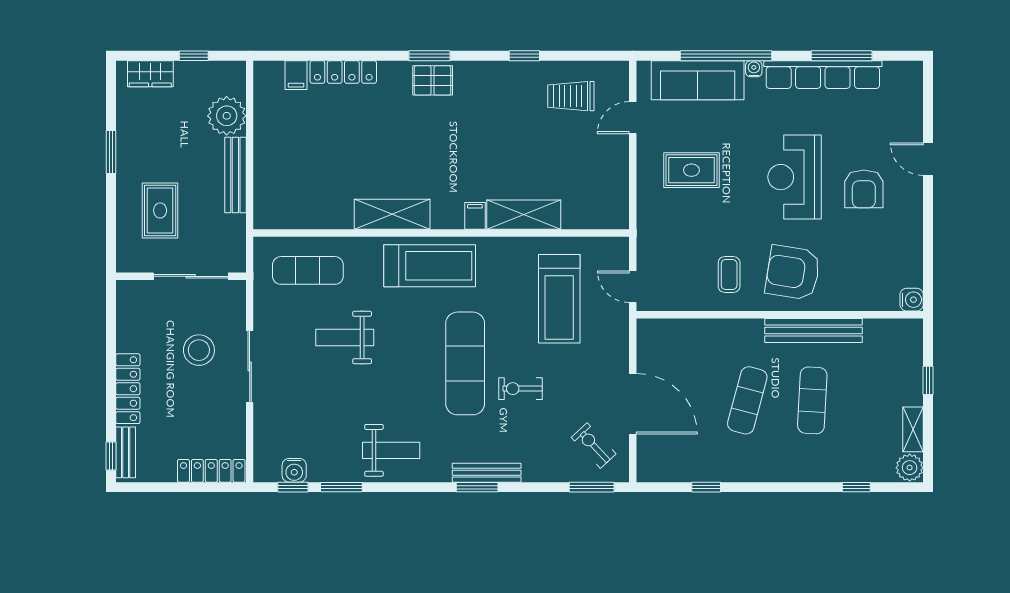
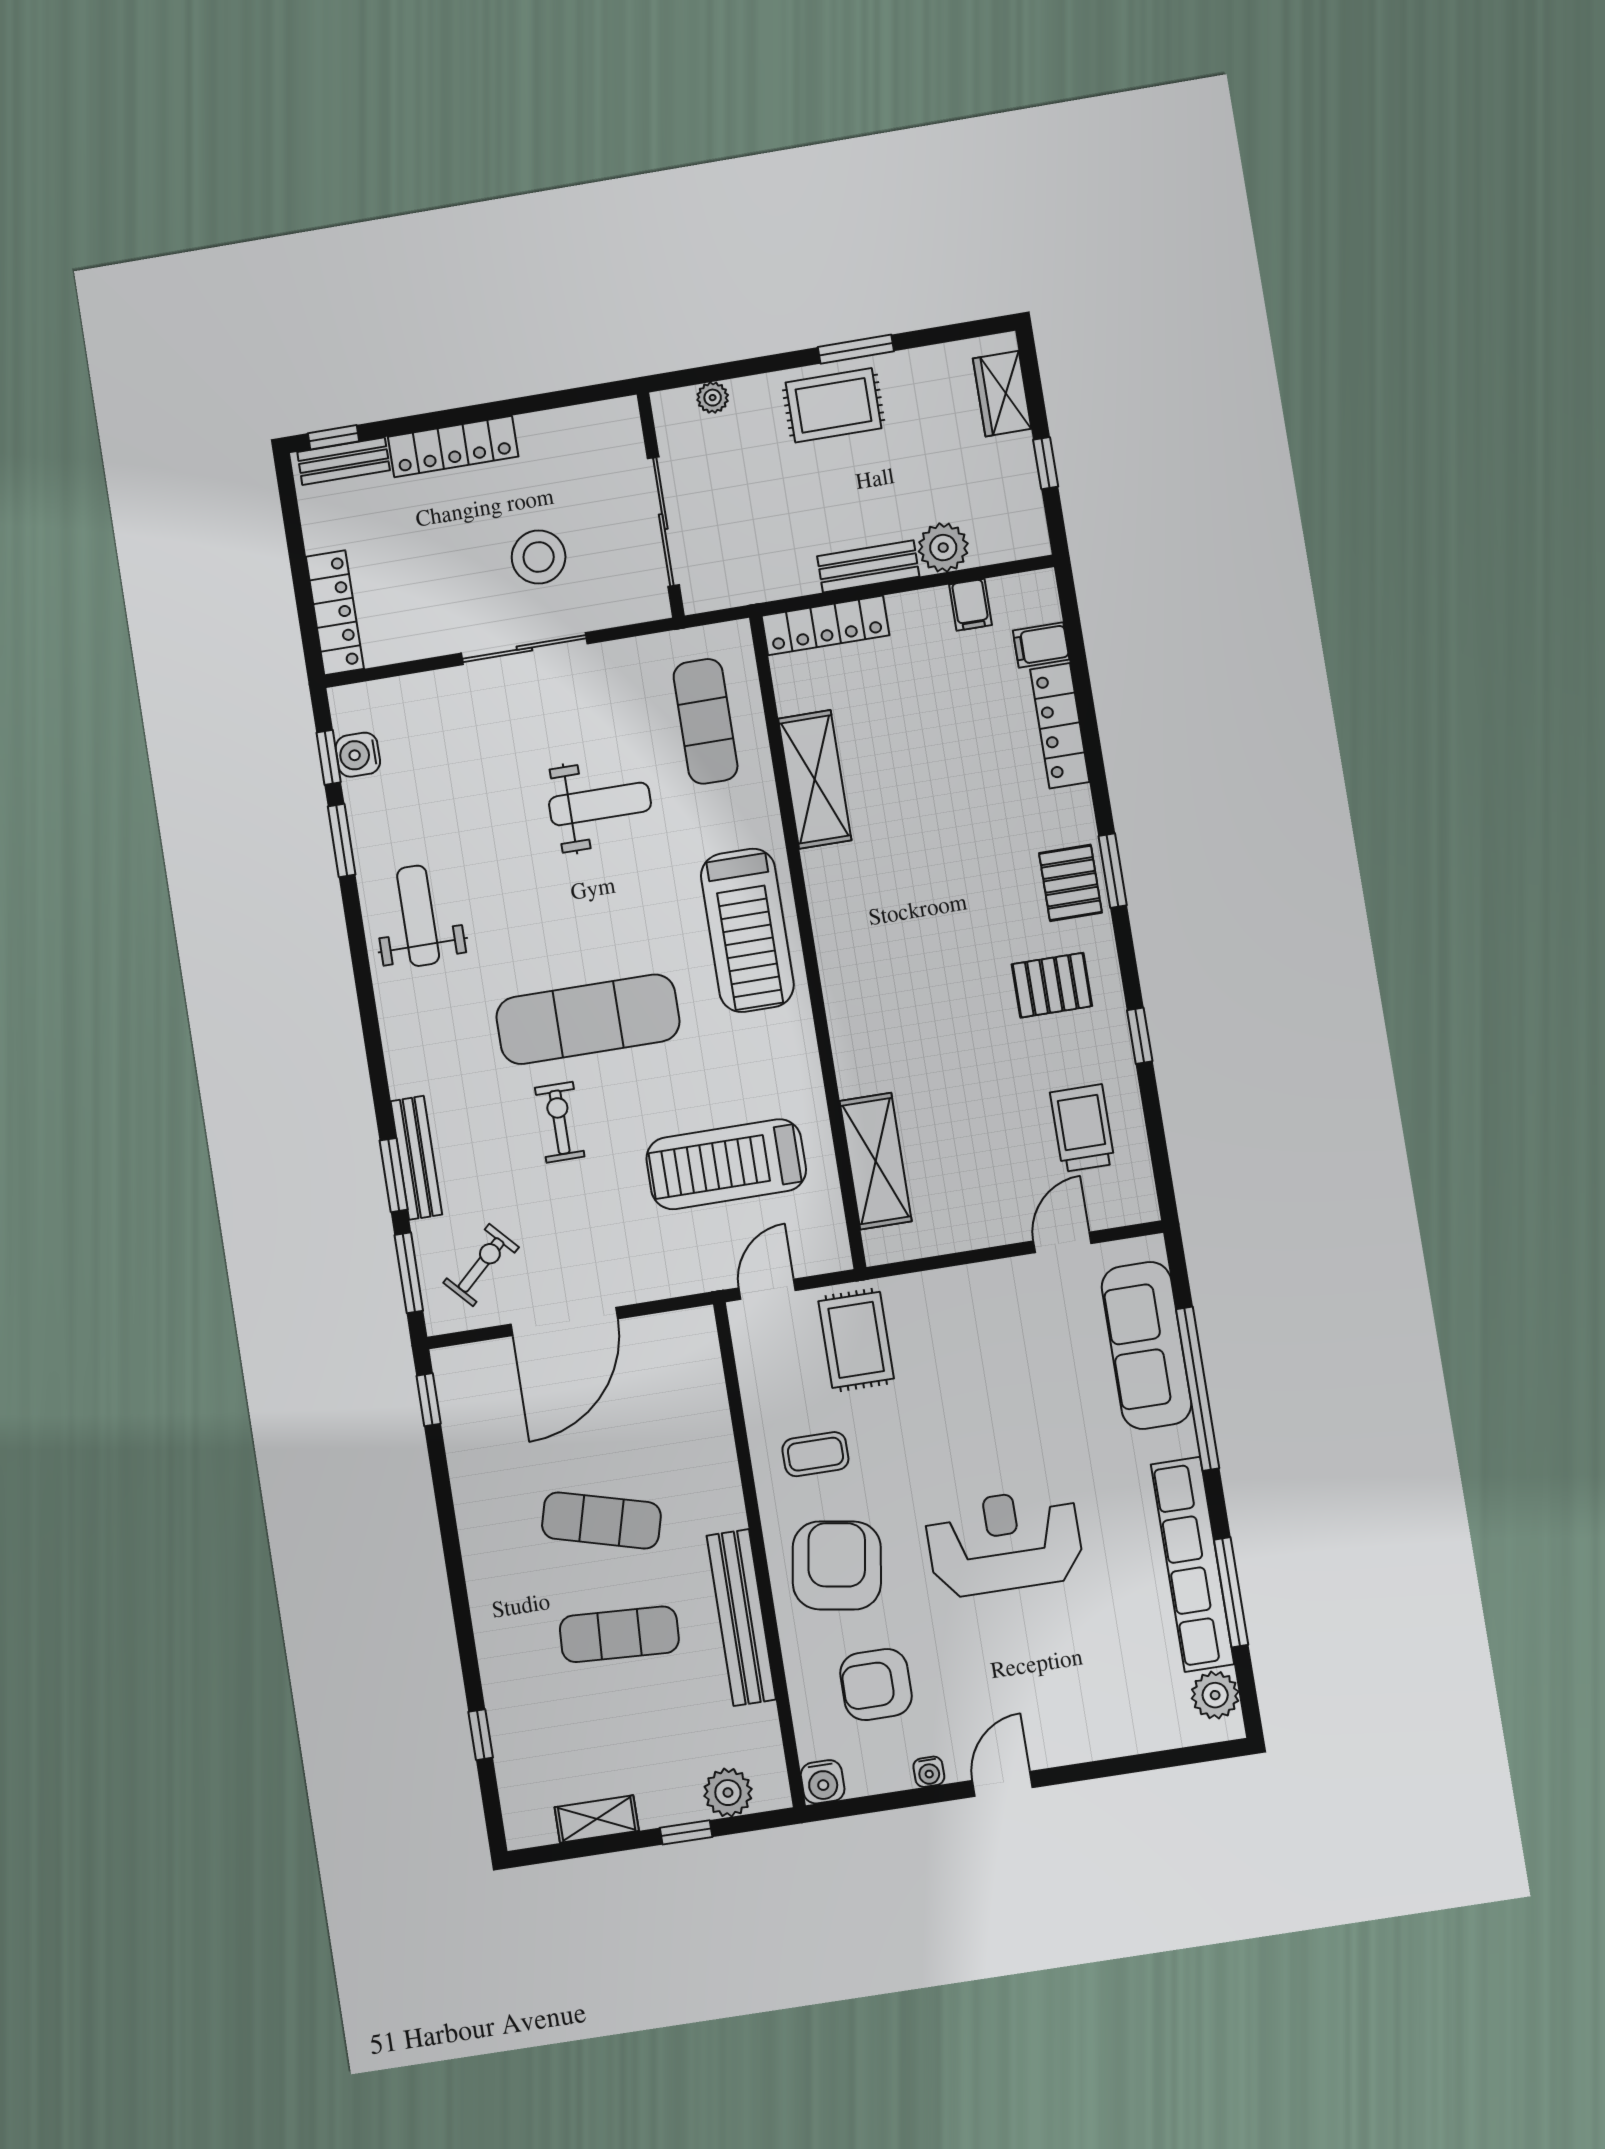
water cooler: (754, 69) -> (929, 1772), moved, turned 90
plant: (897, 74) -> (1215, 1695), added
pallet: (488, 100) -> (1052, 985), added
plant: (227, 116) -> (943, 548), width x0.73, depth x0.73
door: (633, 118) -> (1062, 1242), hinge flipped
door: (928, 159) -> (1002, 1784), moved
rug: (691, 170) -> (856, 1340), moved
bench: (235, 175) -> (868, 566), width x0.73
armchair: (864, 189) -> (876, 1685), moved
locker: (265, 194) -> (825, 625), added
rug: (160, 210) -> (833, 405), moved
shelving: (392, 214) -> (815, 779), moved
shelving: (524, 215) -> (876, 1161), moved
filing cabinet: (475, 216) -> (971, 605), moved, turned 90
plant: (125, 237) -> (713, 398), added
weight bench: (345, 337) -> (600, 804), turned 90
weight bench: (391, 450) -> (418, 916), turned 180
plant: (910, 468) -> (728, 1793), moved
bench: (487, 473) -> (416, 1158), moved
window: (477, 487) -> (394, 1175), moved
window: (706, 487) -> (429, 1400), moved

